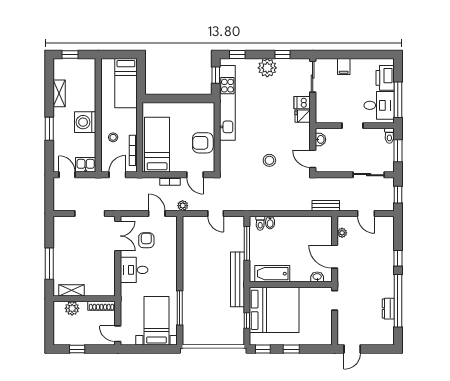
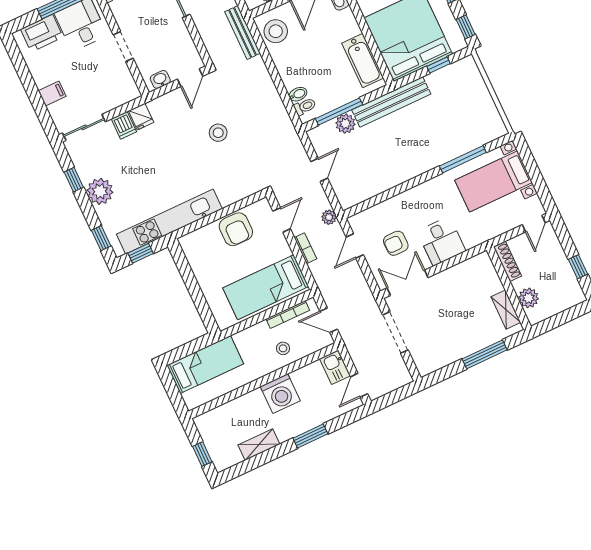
bench: (326, 206) -> (243, 32), width x1.36
stool: (317, 227) -> (276, 31), added
plant: (237, 244) -> (345, 124), added

